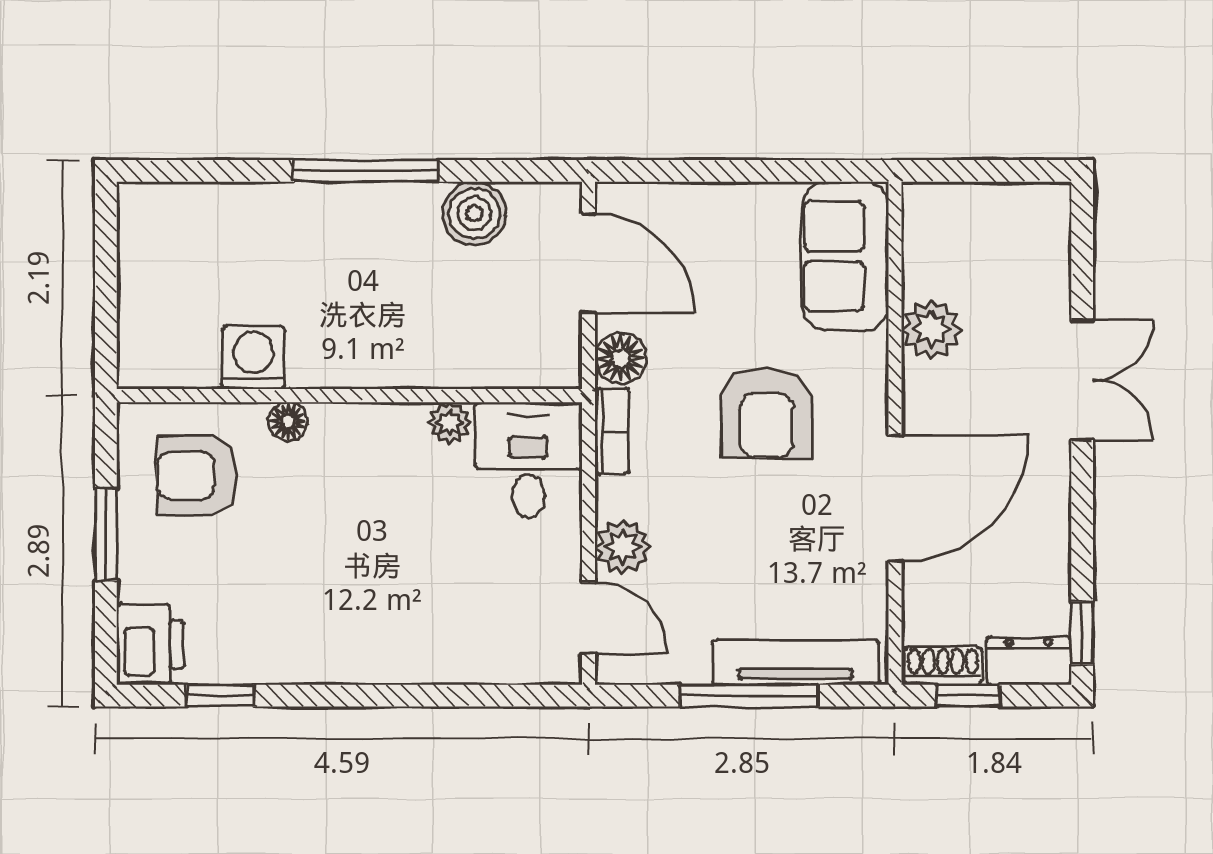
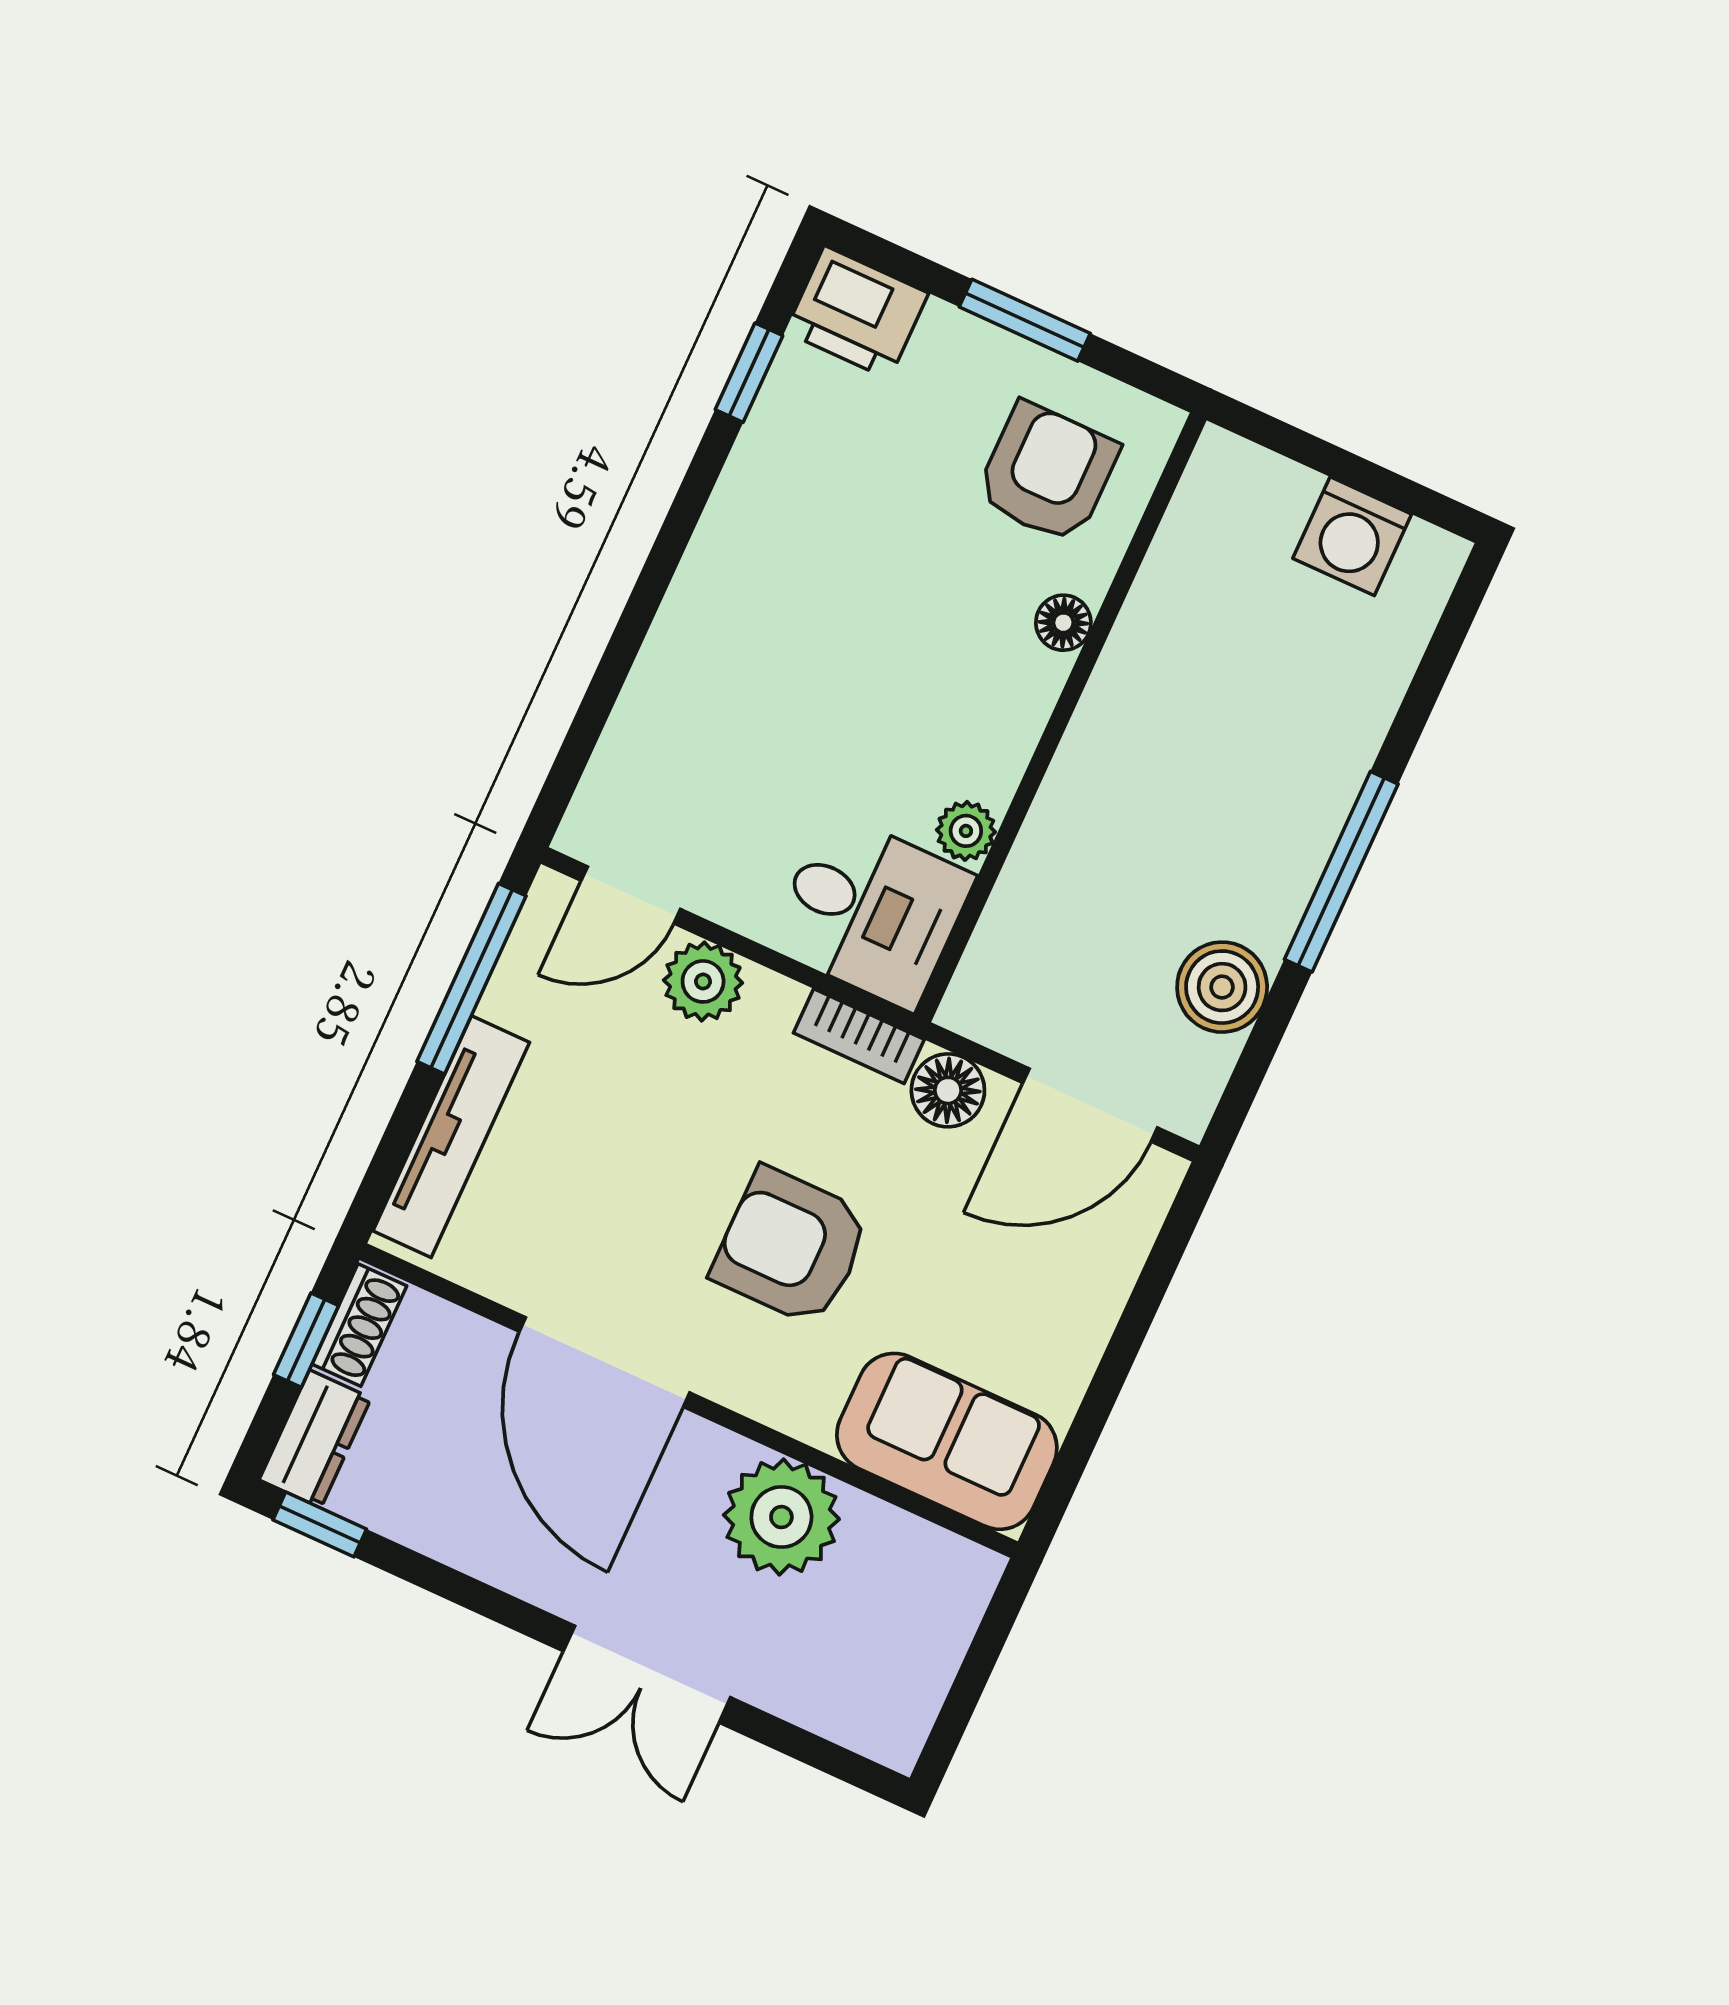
plant: (931, 329) -> (781, 1517), width x1.36, depth x1.36
washing machine: (253, 358) -> (1352, 536), moved, turned 90
window: (749, 696) -> (472, 979), moved

